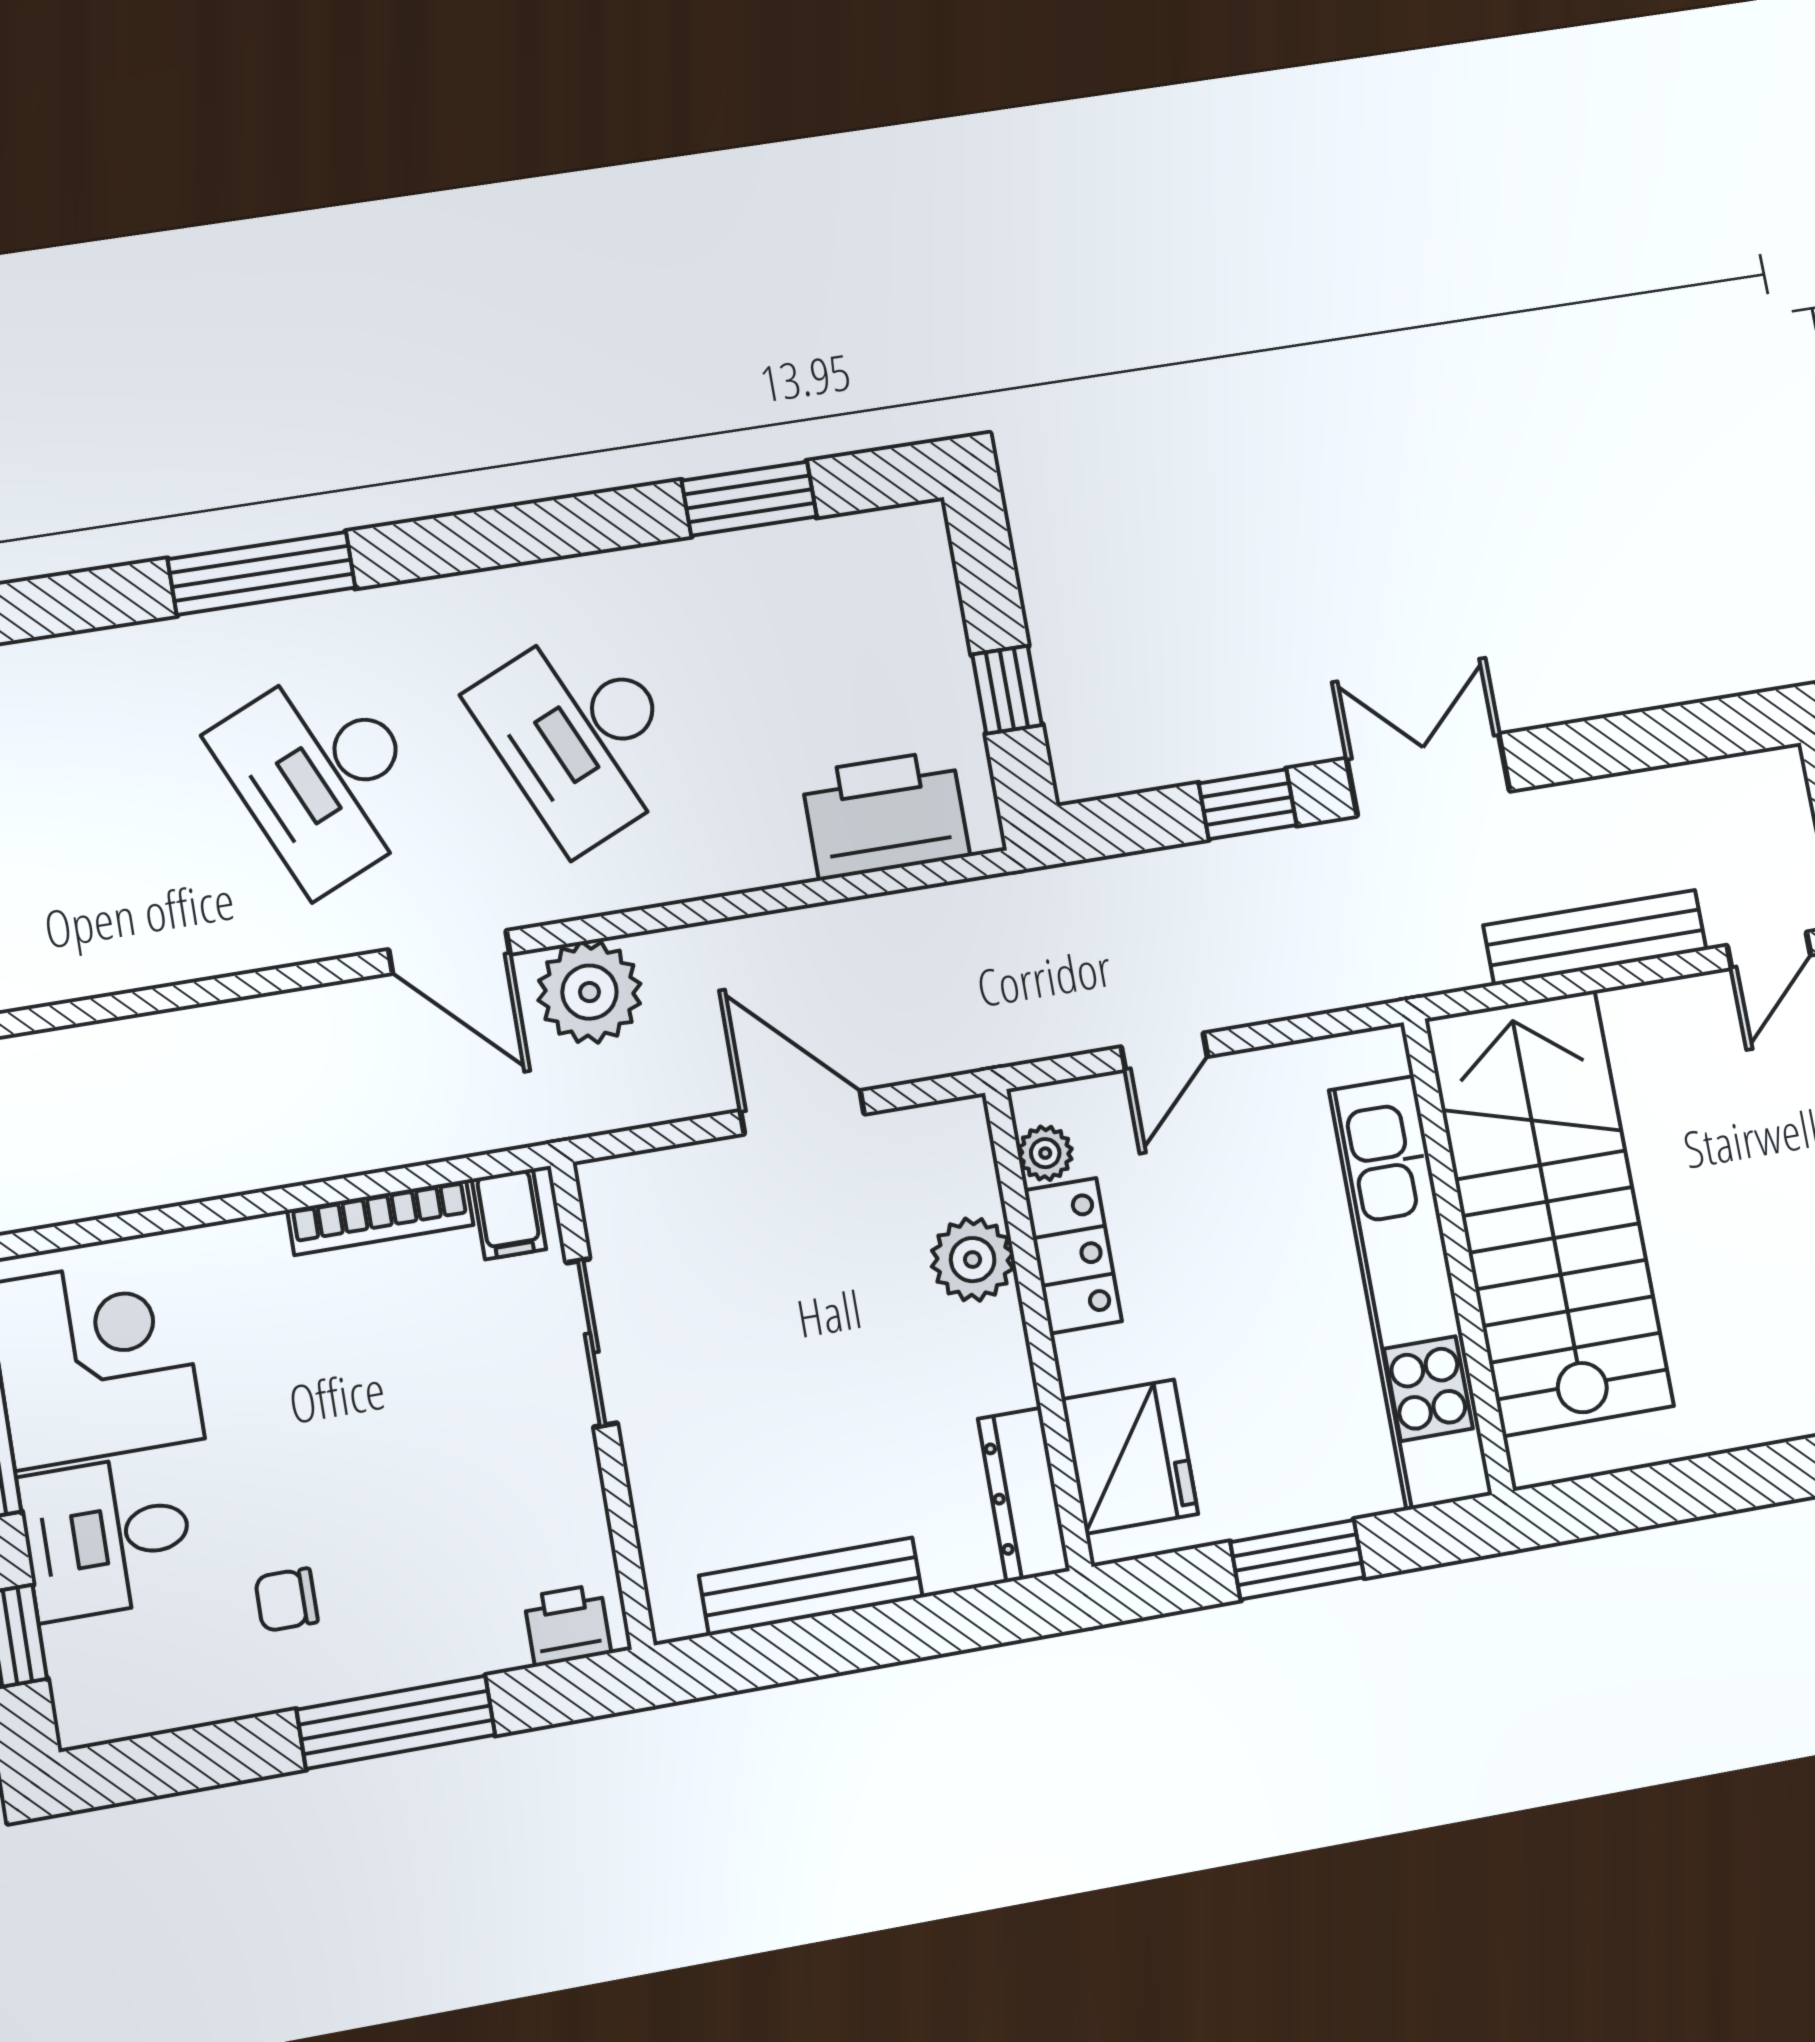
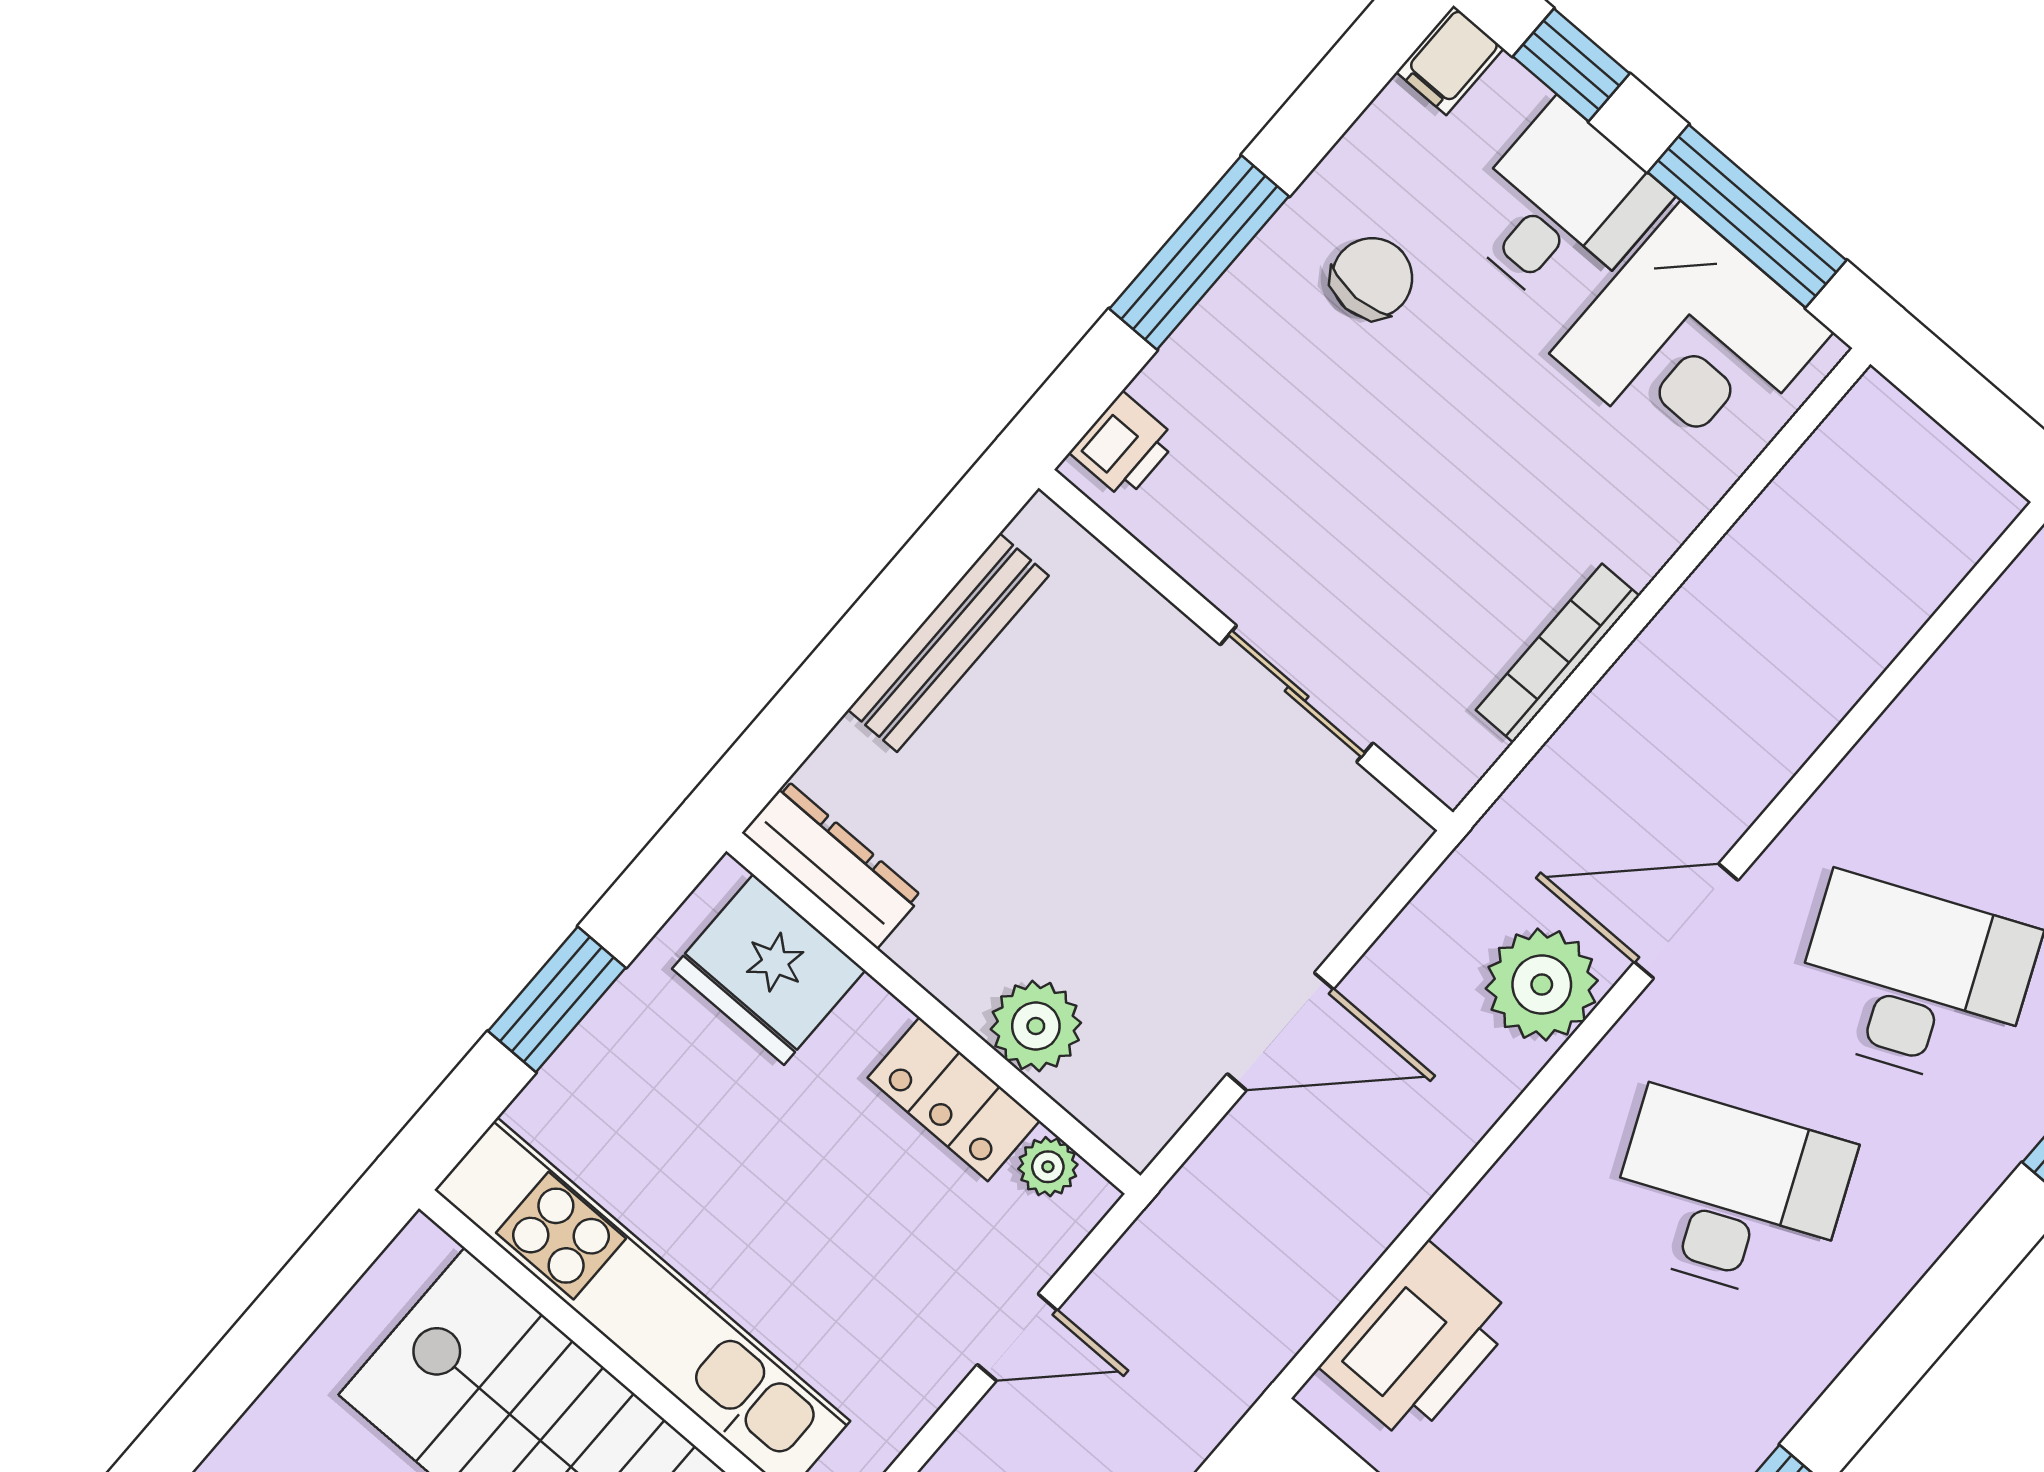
door: (1164, 1052) -> (1017, 1337), swing flipped
filing cabinet: (509, 1214) -> (1450, 60), moved, turned -90
chair: (286, 1600) -> (1372, 278), width x1.37, depth x1.37

